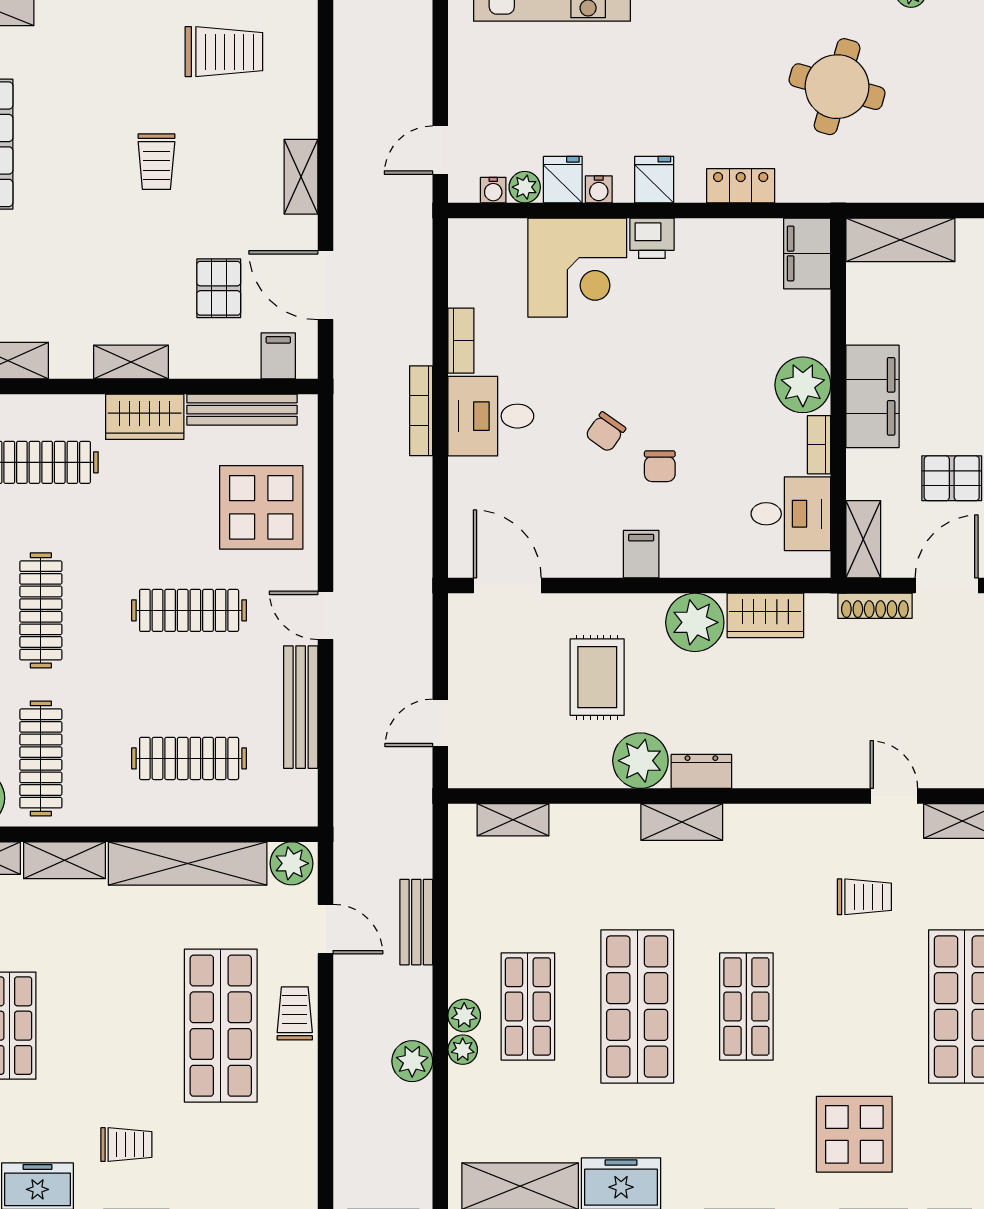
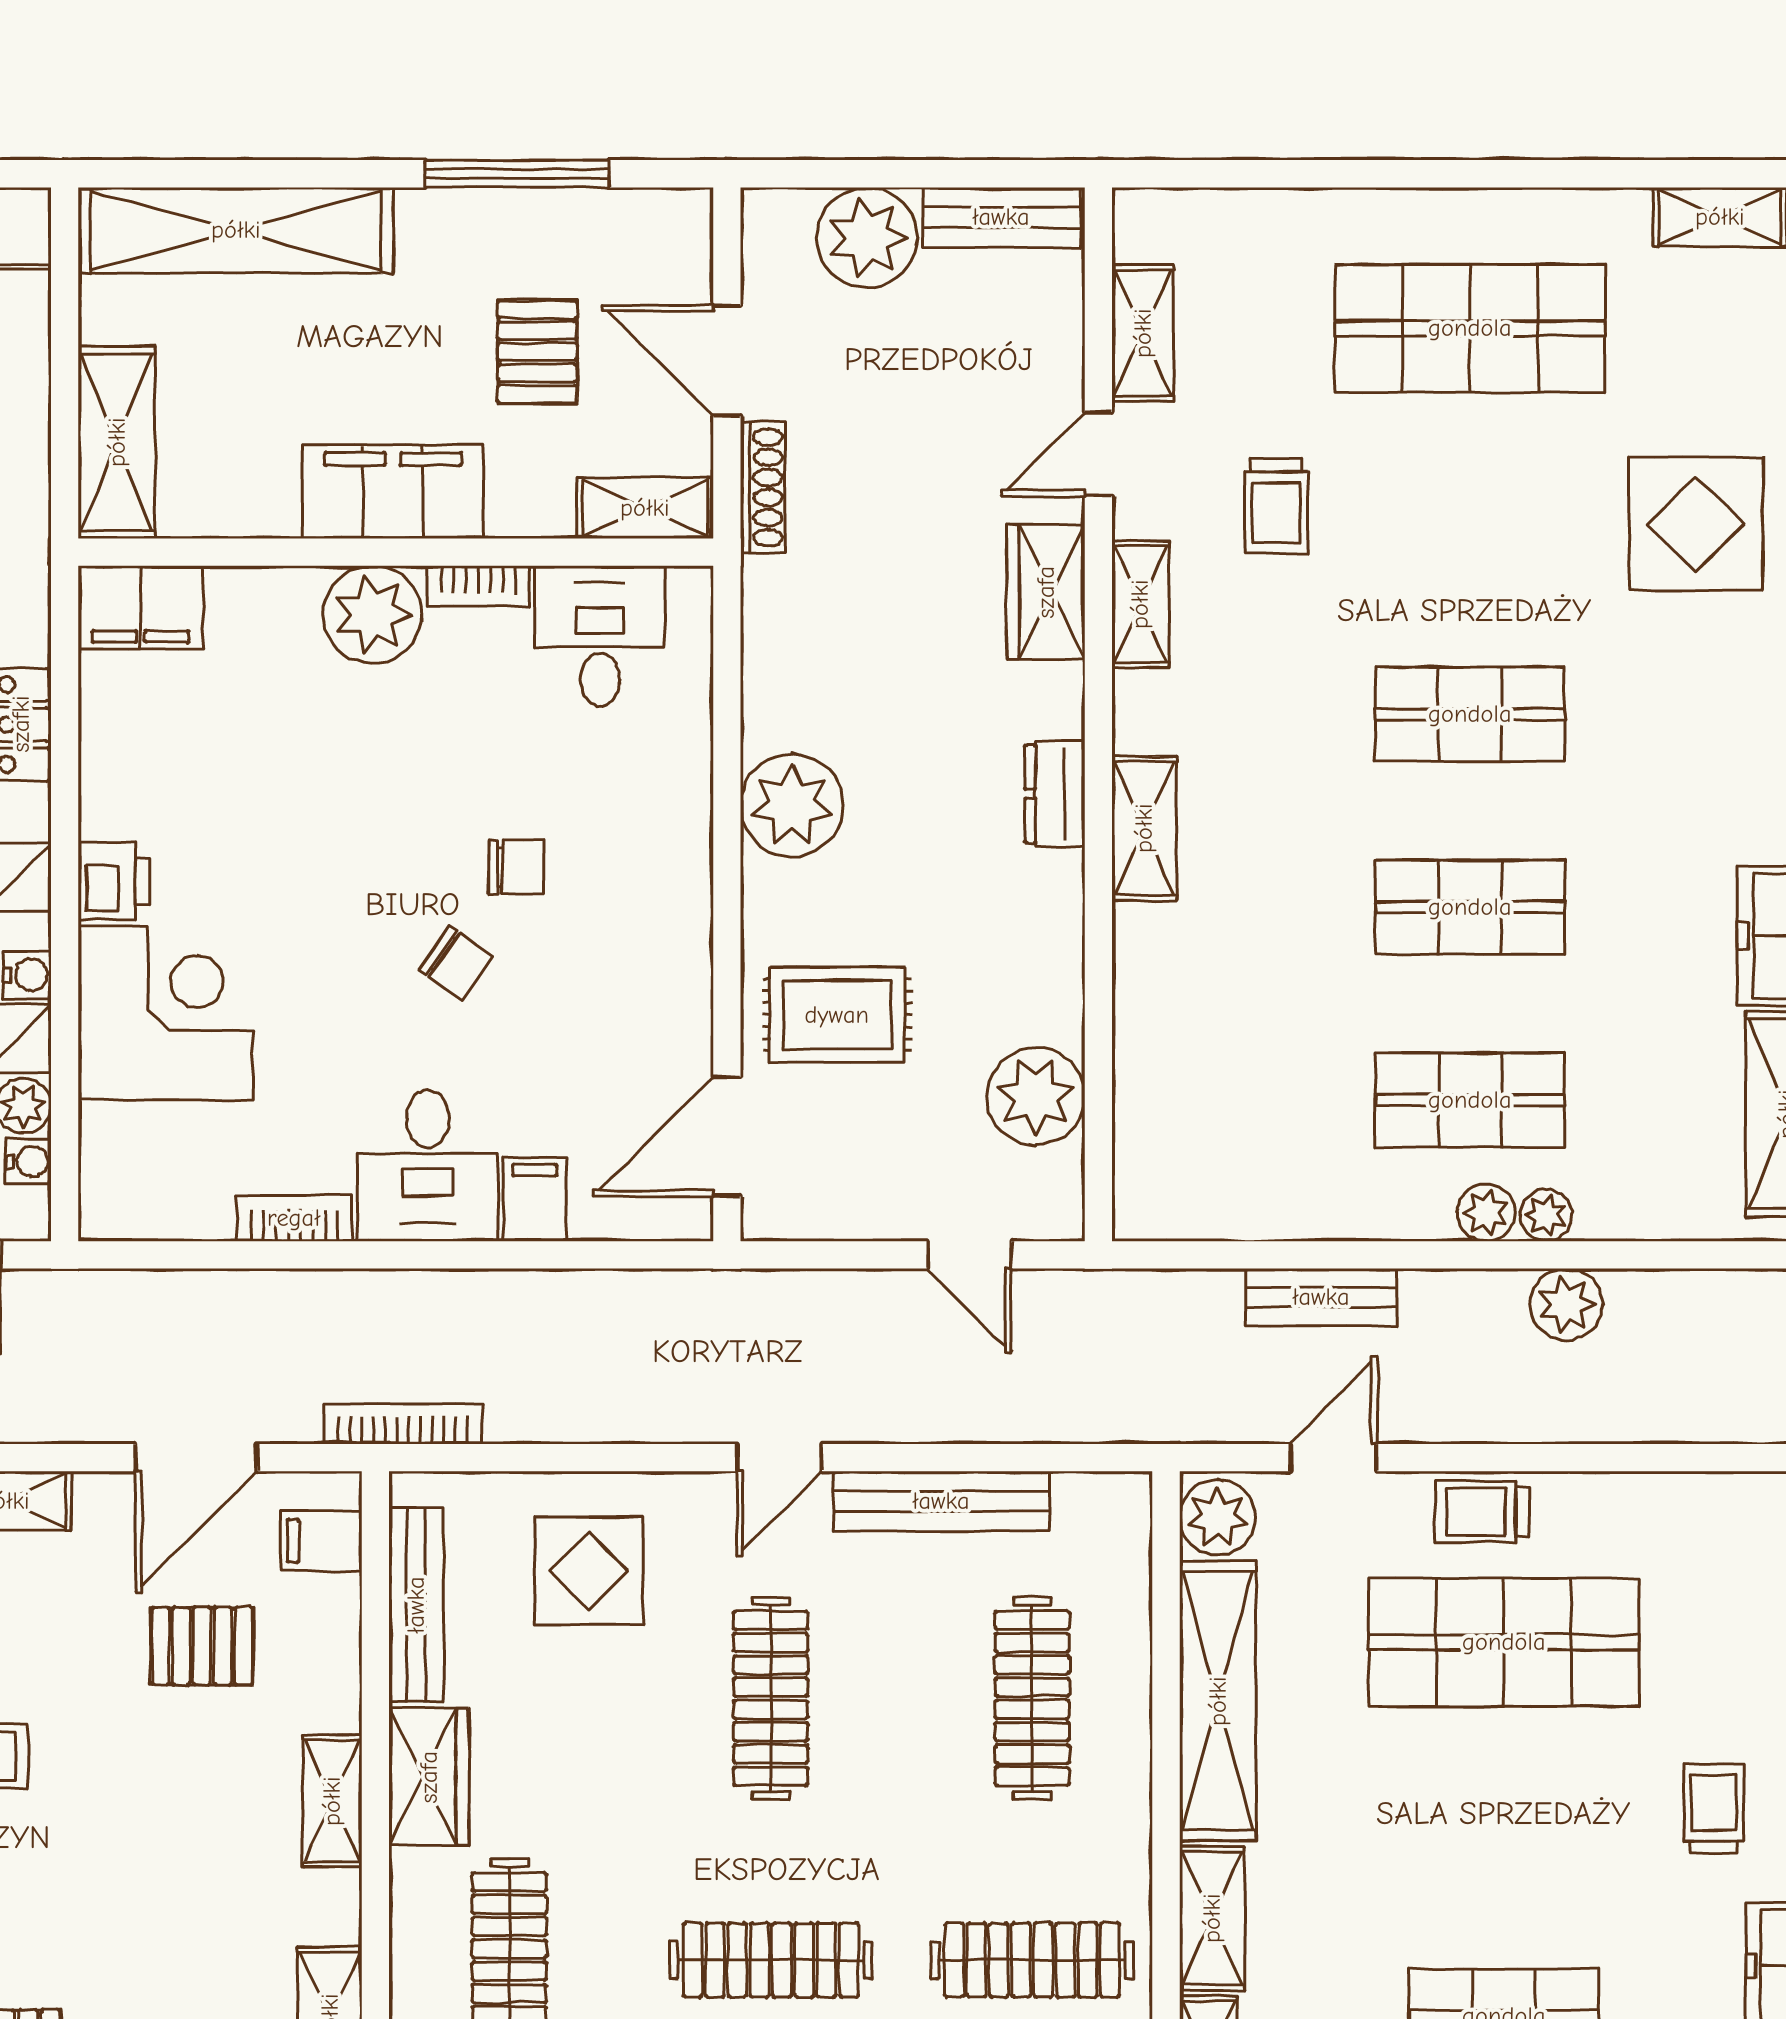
bookcase: (421, 411) -> (403, 1424), moved, turned 180
display table: (261, 507) -> (589, 1571), width x0.73, depth x0.73
filing cabinet: (641, 554) -> (535, 1199), moved, turned 90
wardrobe: (765, 615) -> (1046, 592), moved, turned 180
rug: (597, 677) -> (837, 1015), moved
plant: (640, 761) -> (1036, 1096), moved
shelving: (513, 820) -> (1140, 604), moved
trolley: (864, 897) -> (1276, 506), turned 180
shop shelf: (637, 1007) -> (1470, 907), width x0.70, depth x0.74

